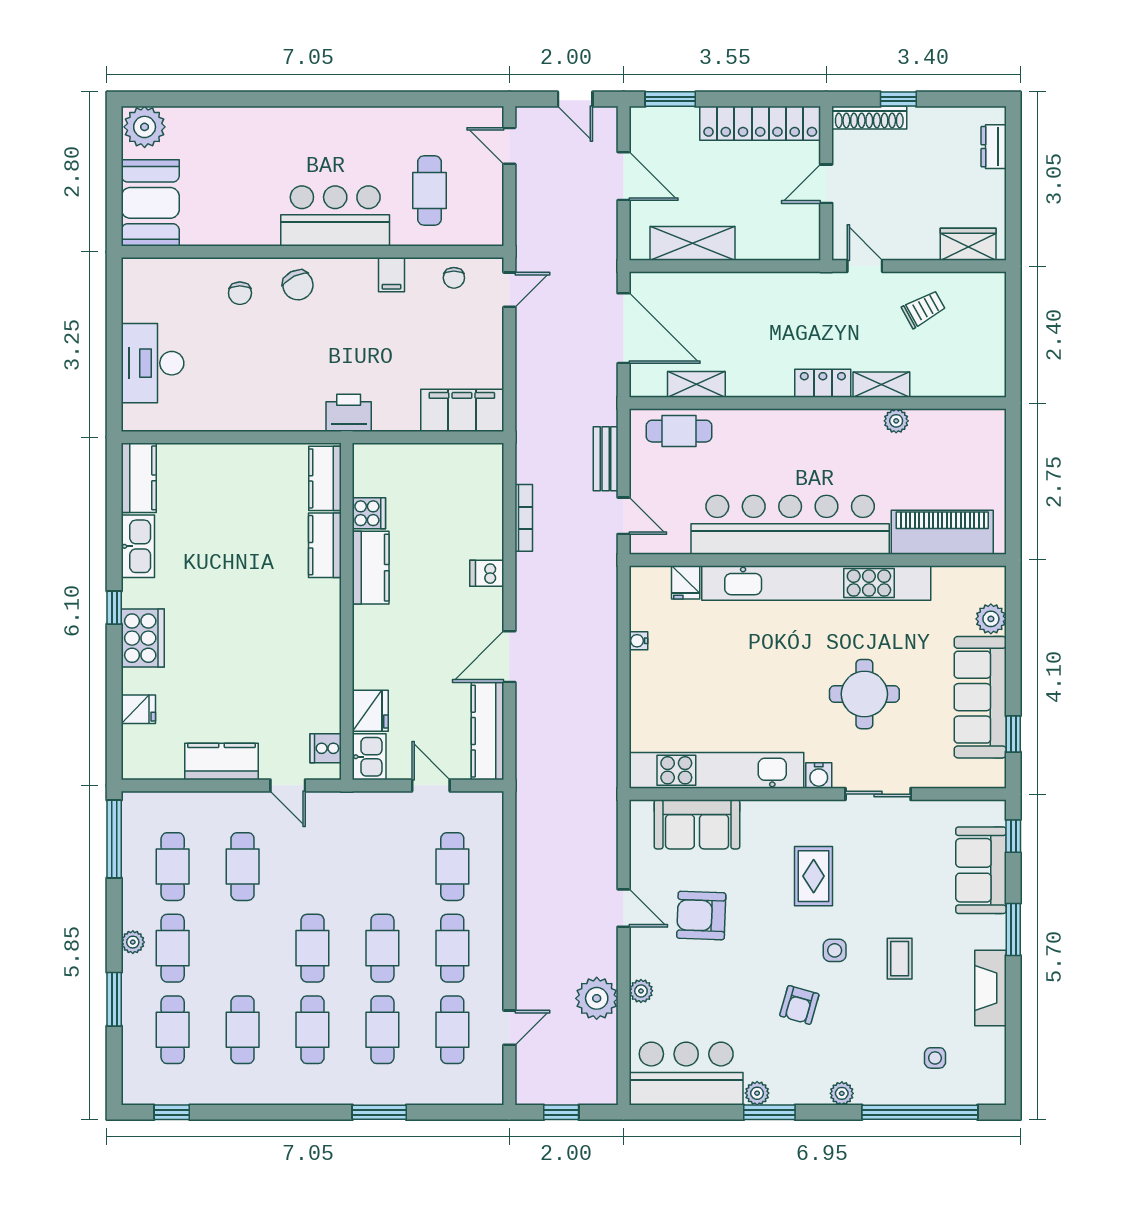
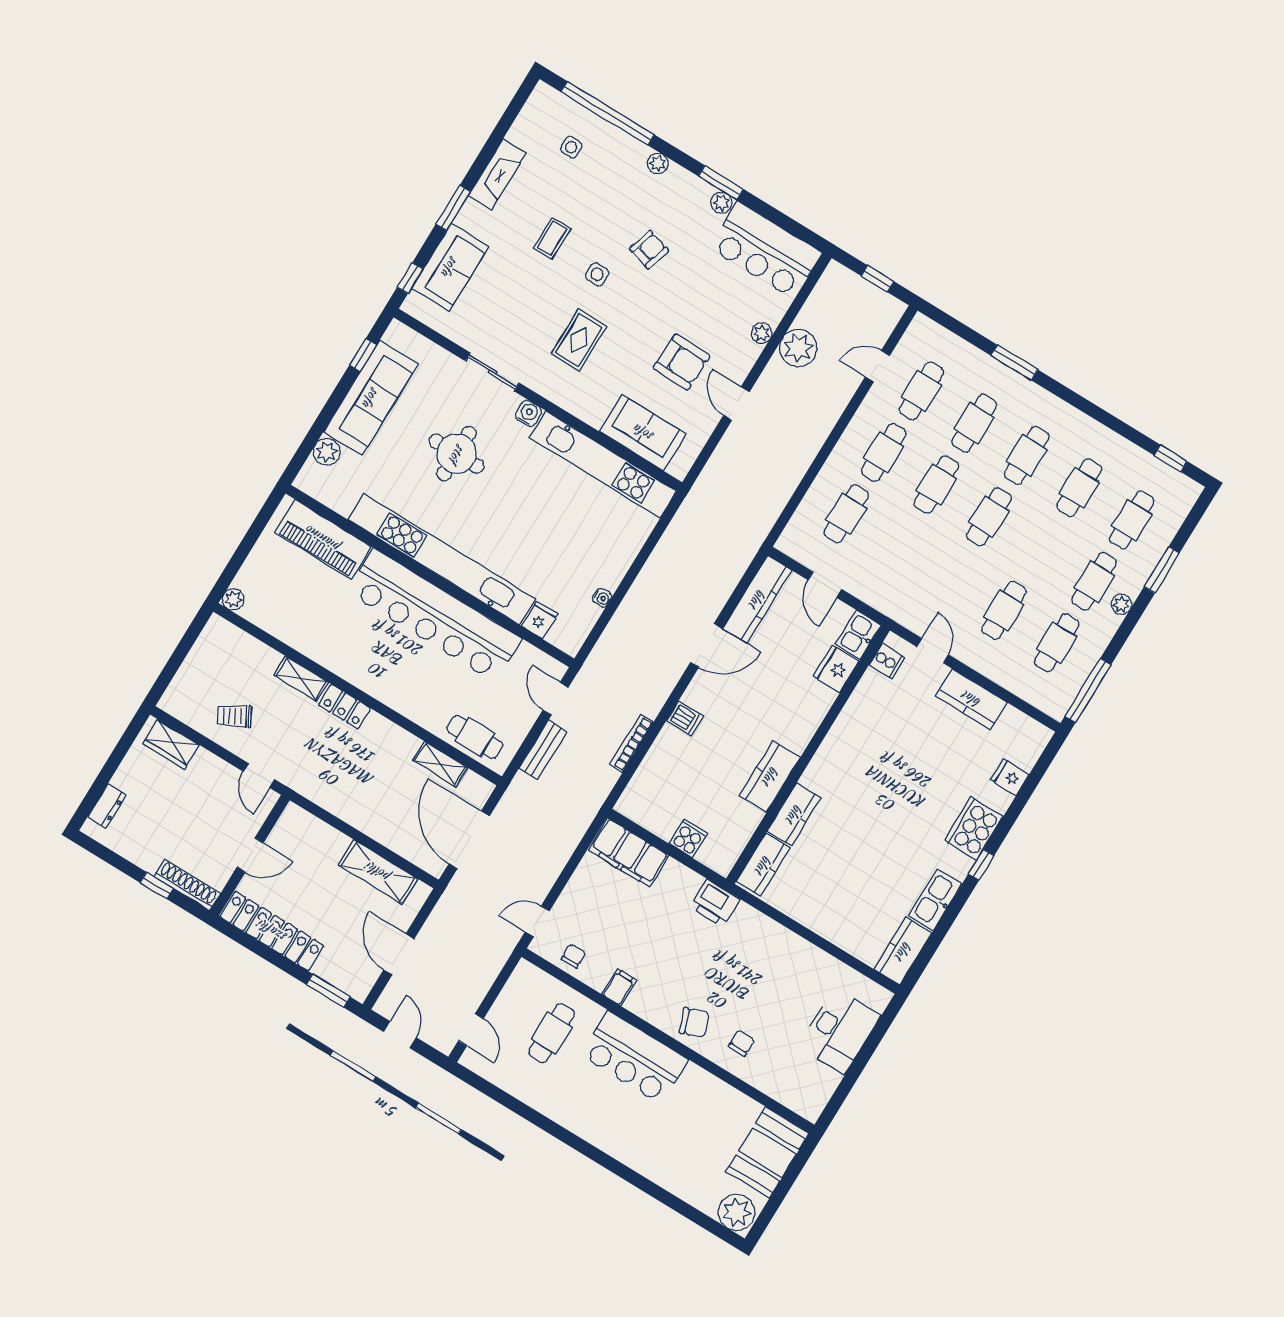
chair: (298, 285) -> (694, 1023), turned 95
plant: (896, 421) -> (233, 599), moved
cooker: (369, 513) -> (688, 838), moved, turned 90

